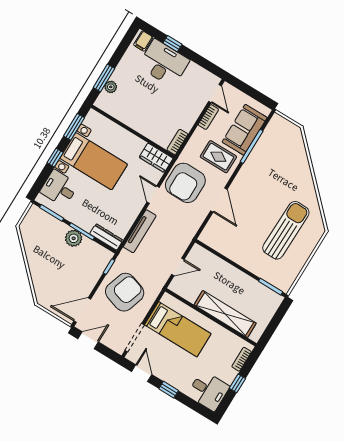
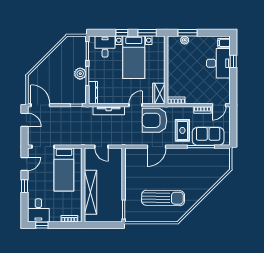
armchair: (125, 292) -> (67, 124), removed
window: (237, 383) -> (42, 225), moved

